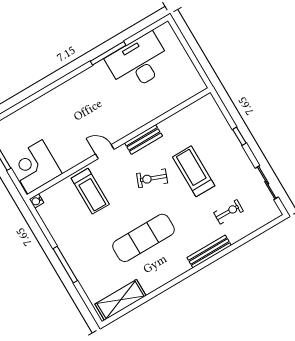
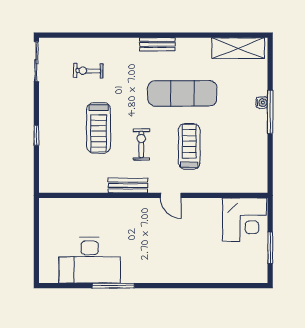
exercise bike: (152, 178) -> (141, 144), turned -111
sliding door: (267, 183) -> (36, 62), moved
treadmill: (90, 191) -> (189, 146), moved
water cooler: (37, 201) -> (262, 103), moved
bench: (209, 251) -> (157, 44), moved, width x0.73

